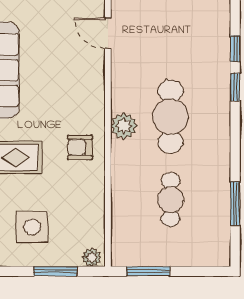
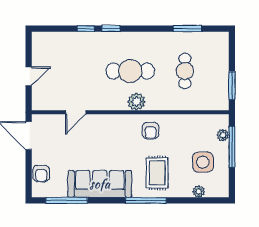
cafe table: (171, 200) -> (185, 71), turned 90
plant: (92, 257) -> (223, 135), moved
window: (55, 271) -> (232, 147), width x1.44

